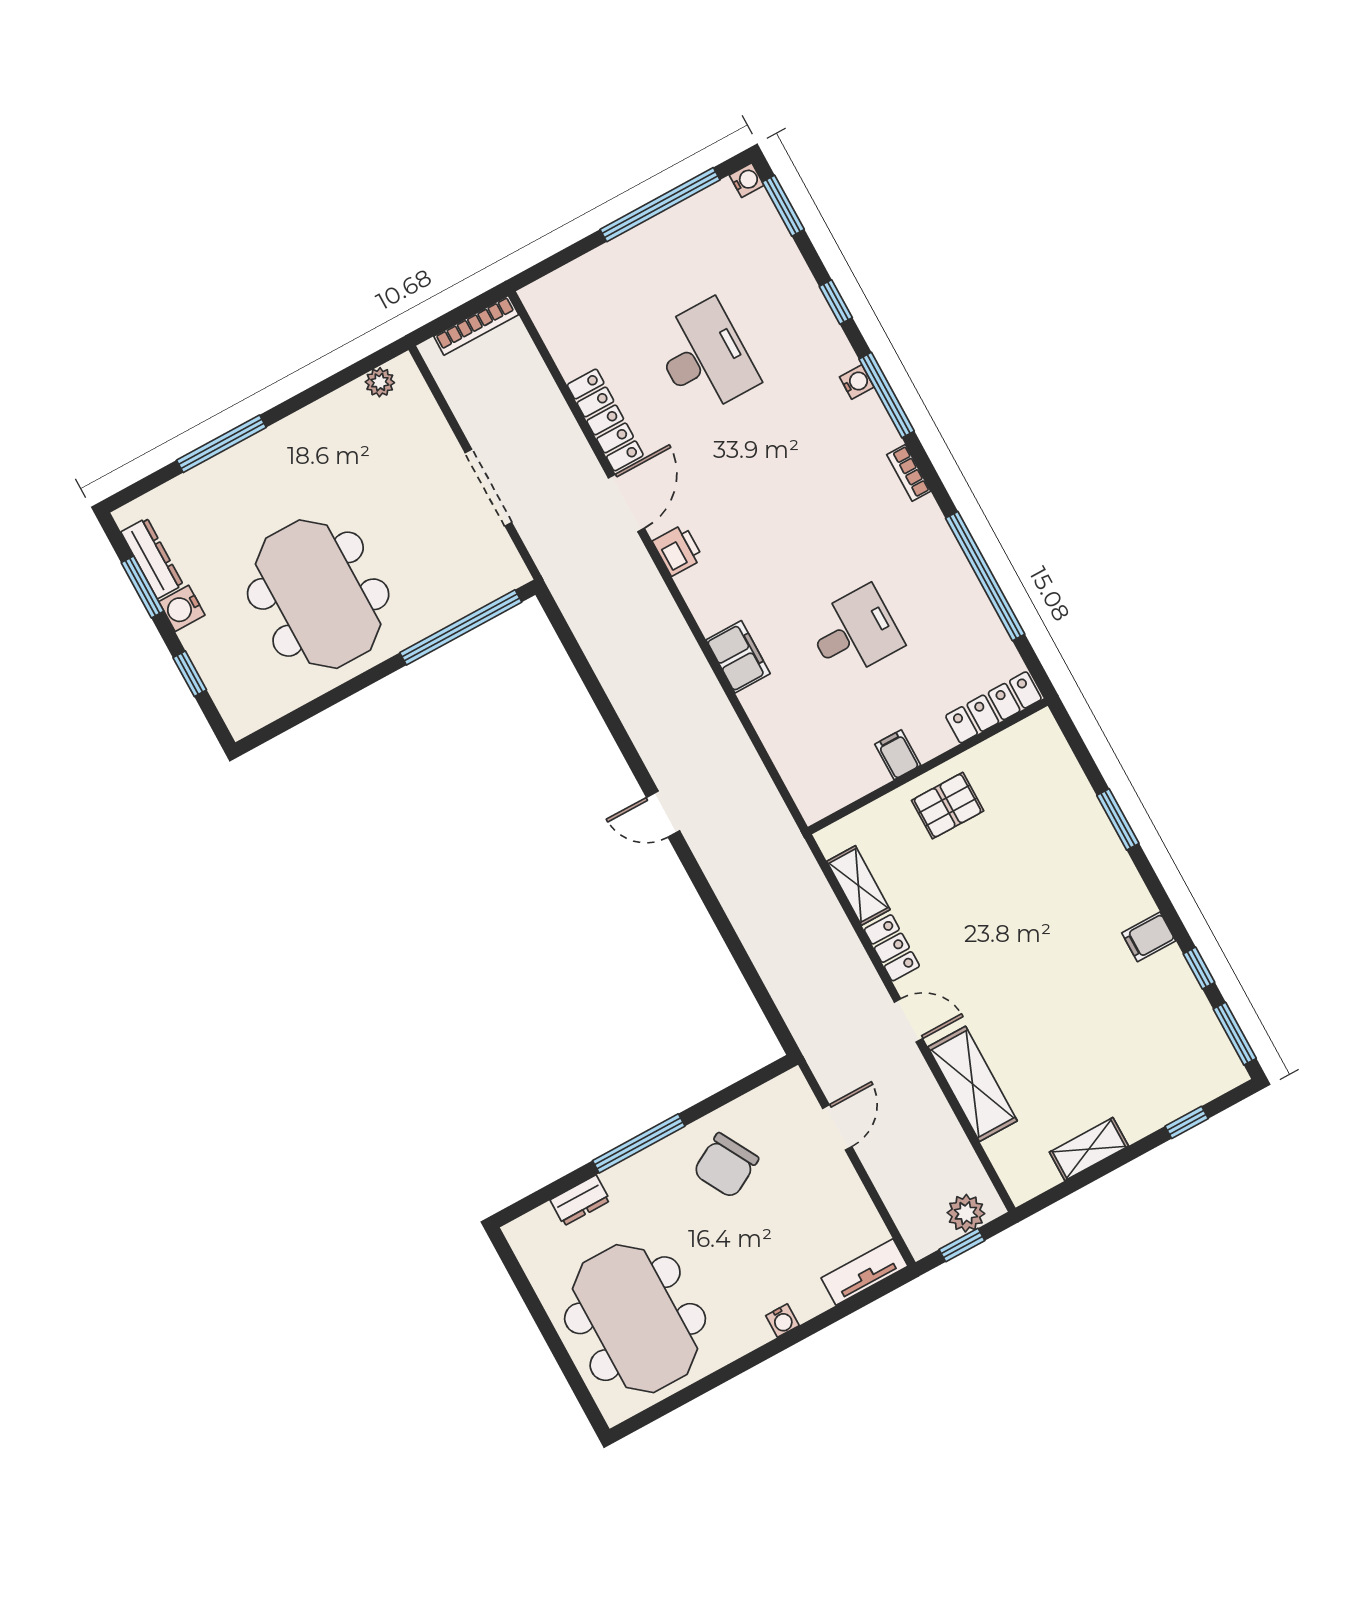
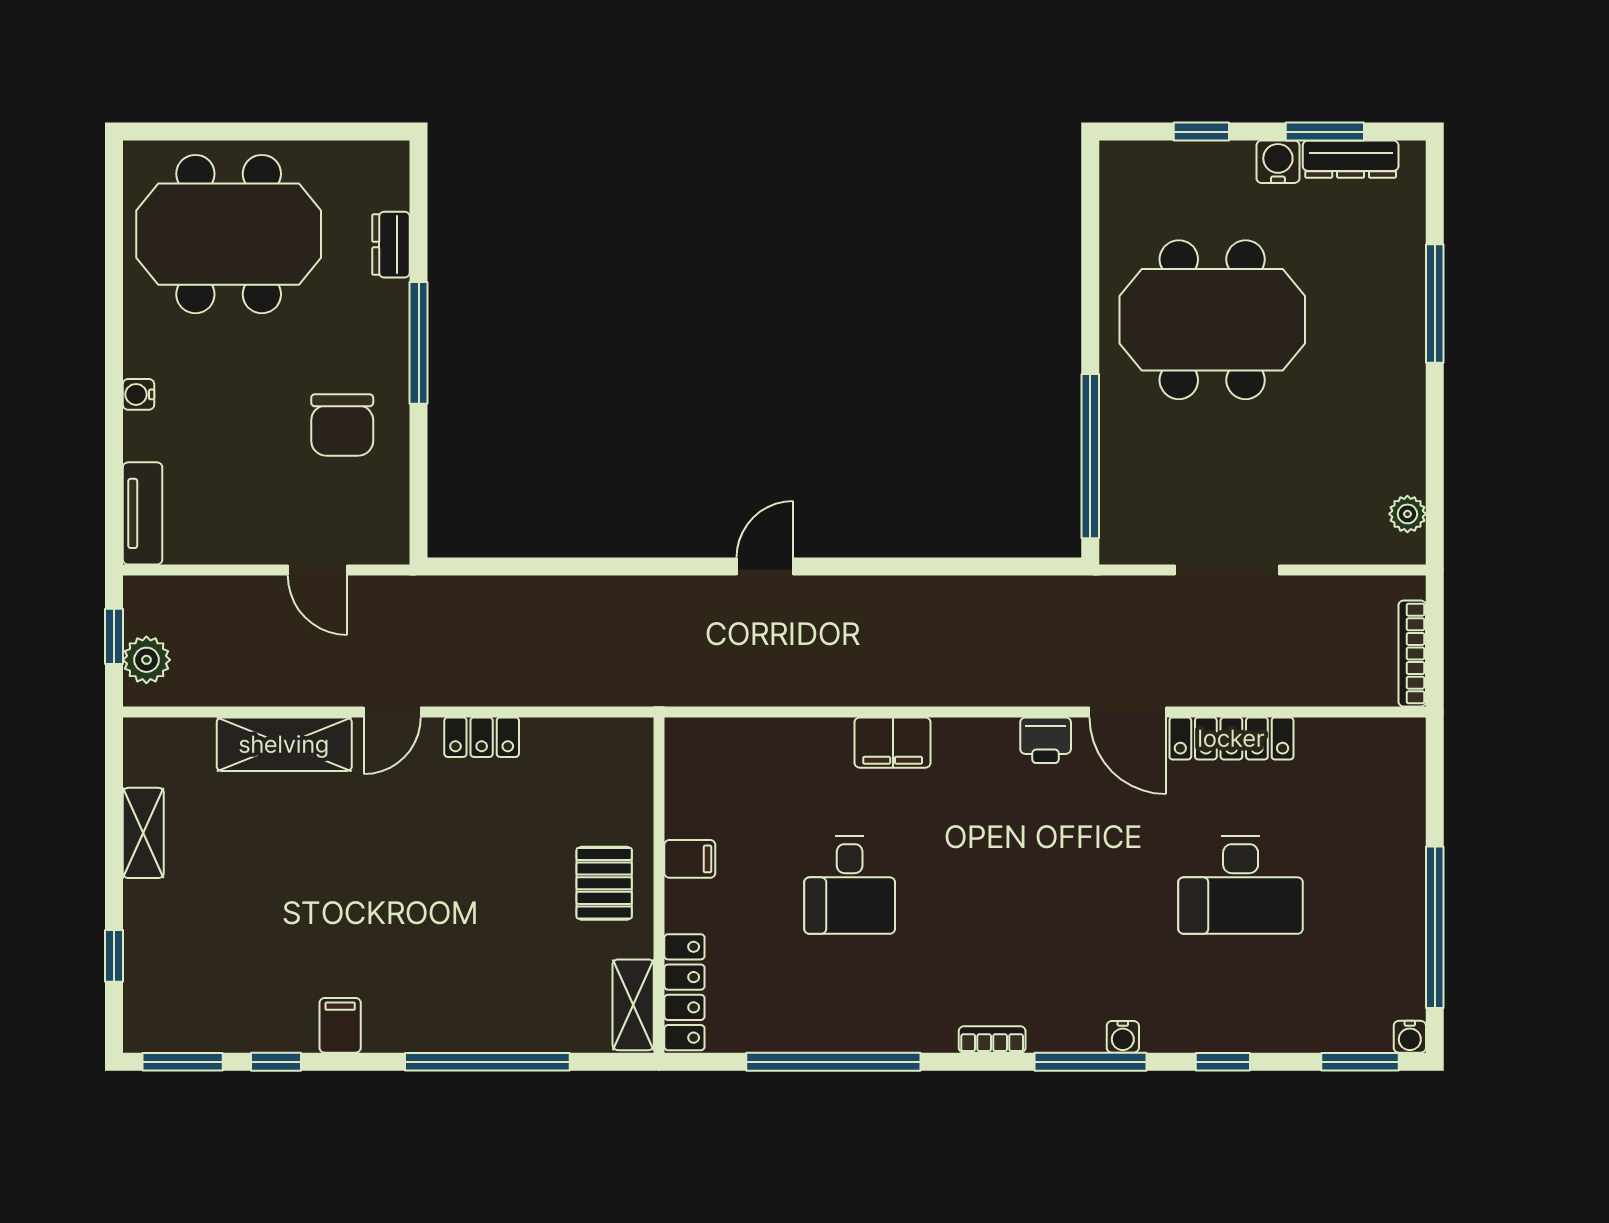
window: (1118, 819) -> (487, 1062), width x2.11
shelving: (858, 885) -> (633, 1005), moved, turned 90
chair: (726, 1166) -> (342, 425), turned -151

